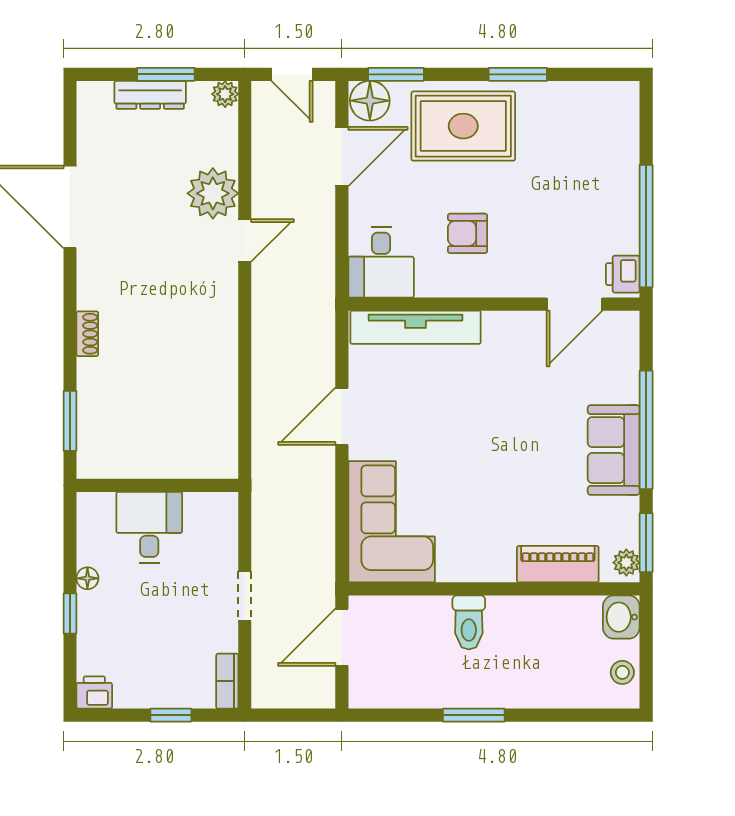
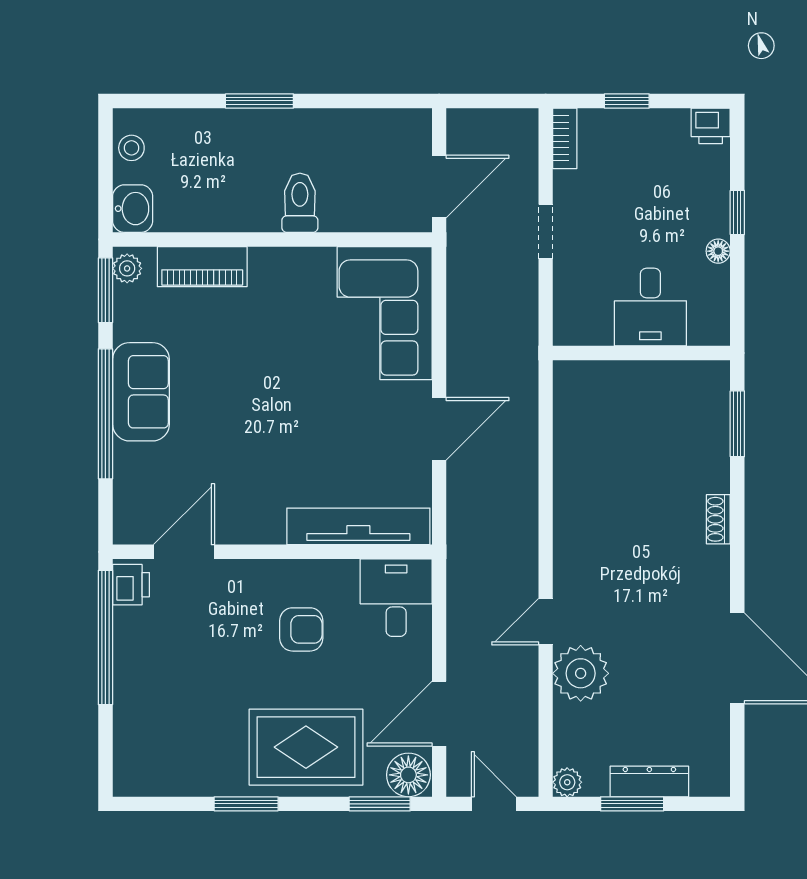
window: (474, 715) -> (259, 101), moved

